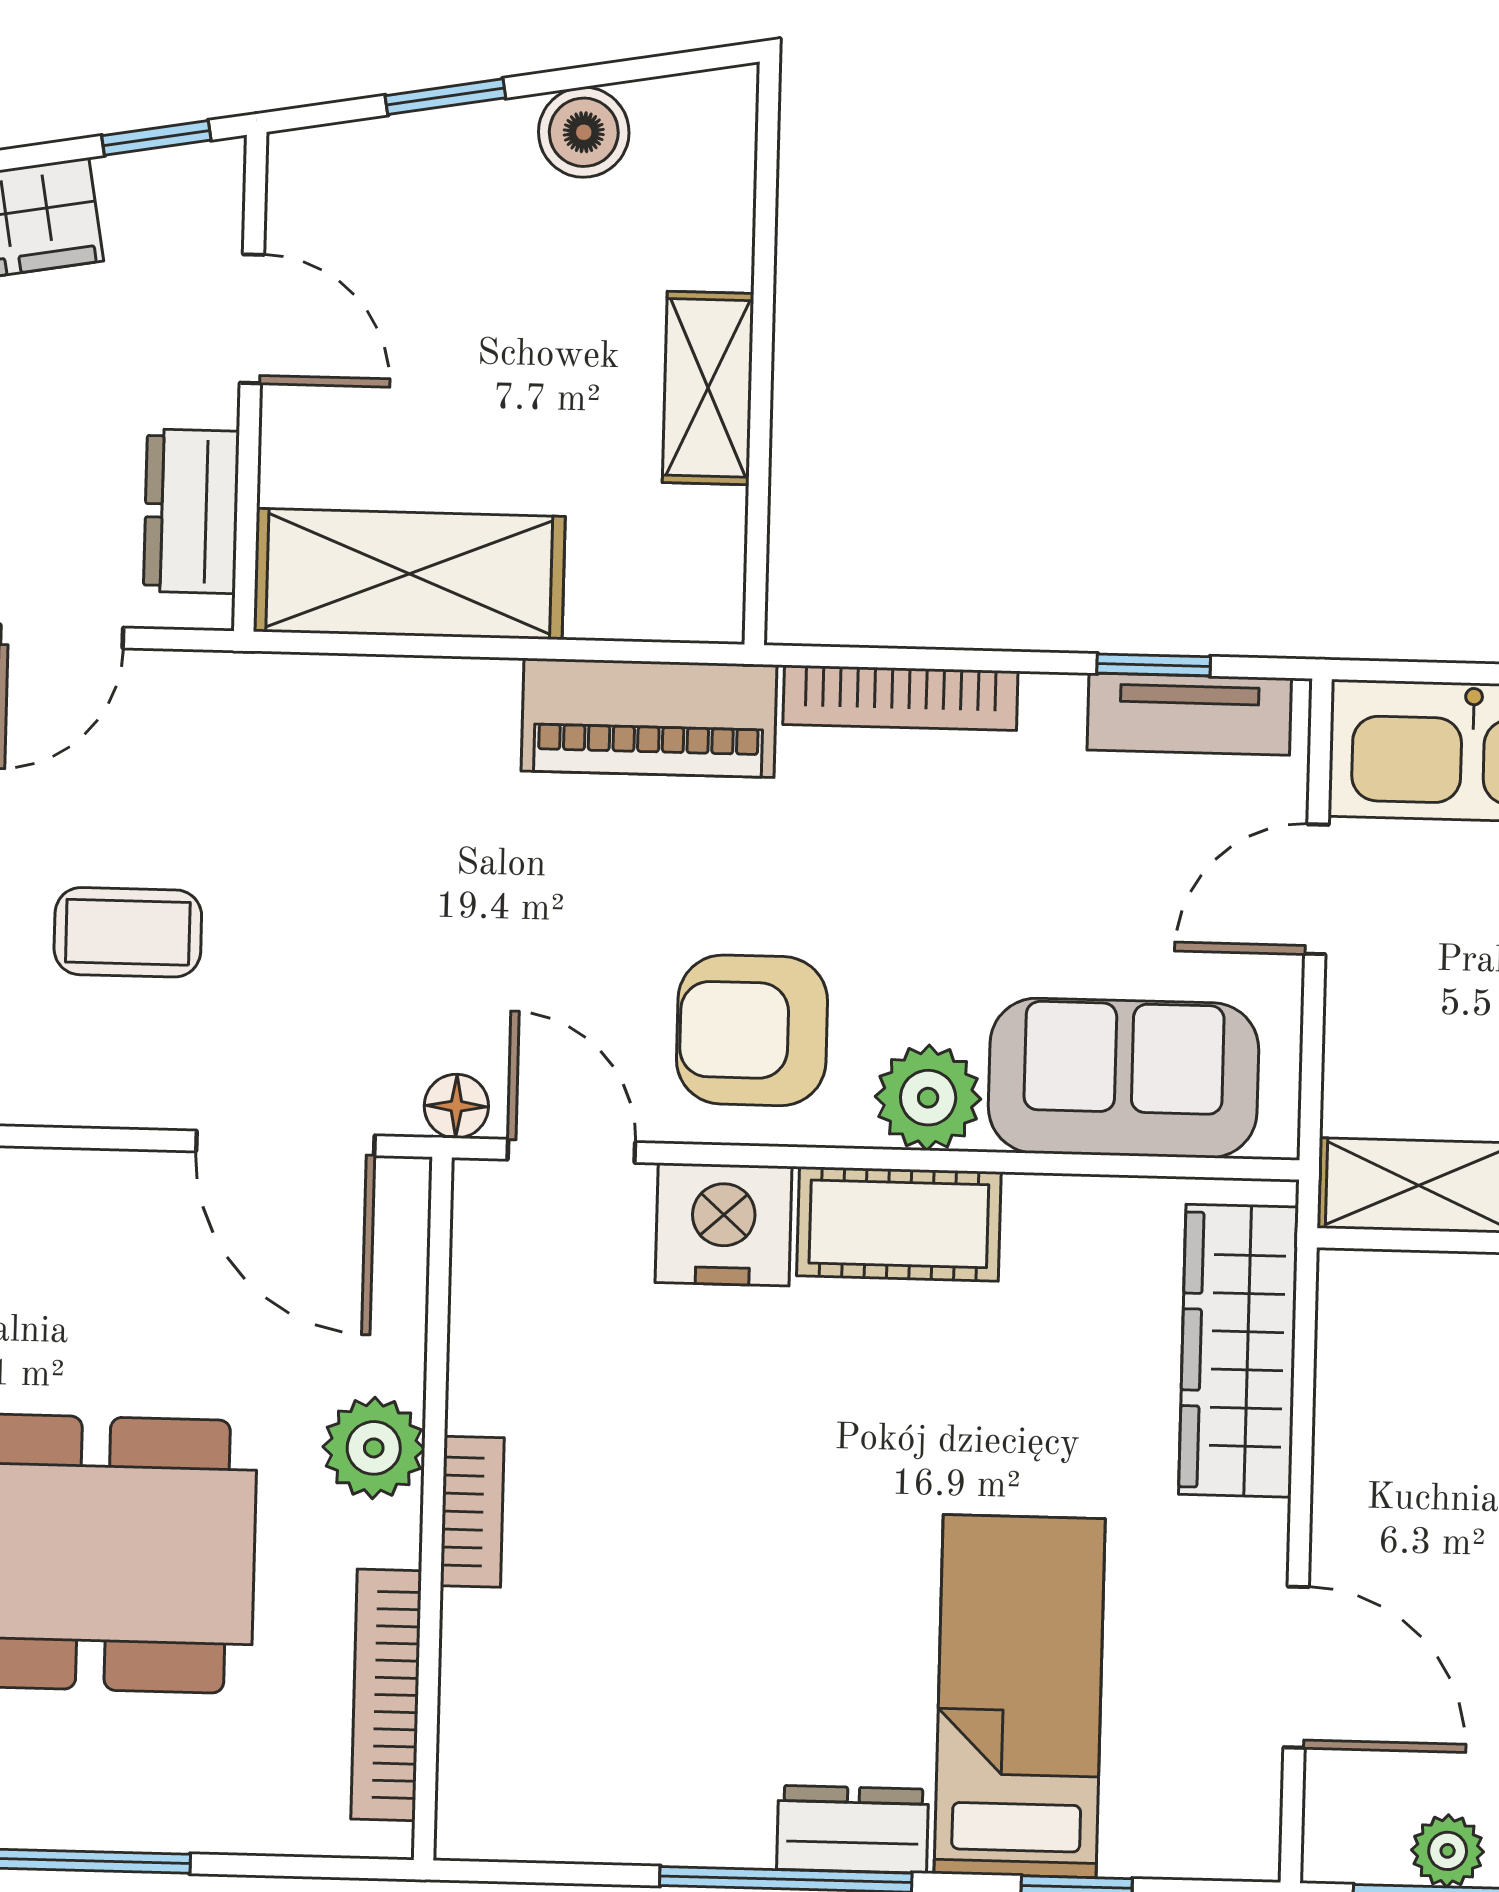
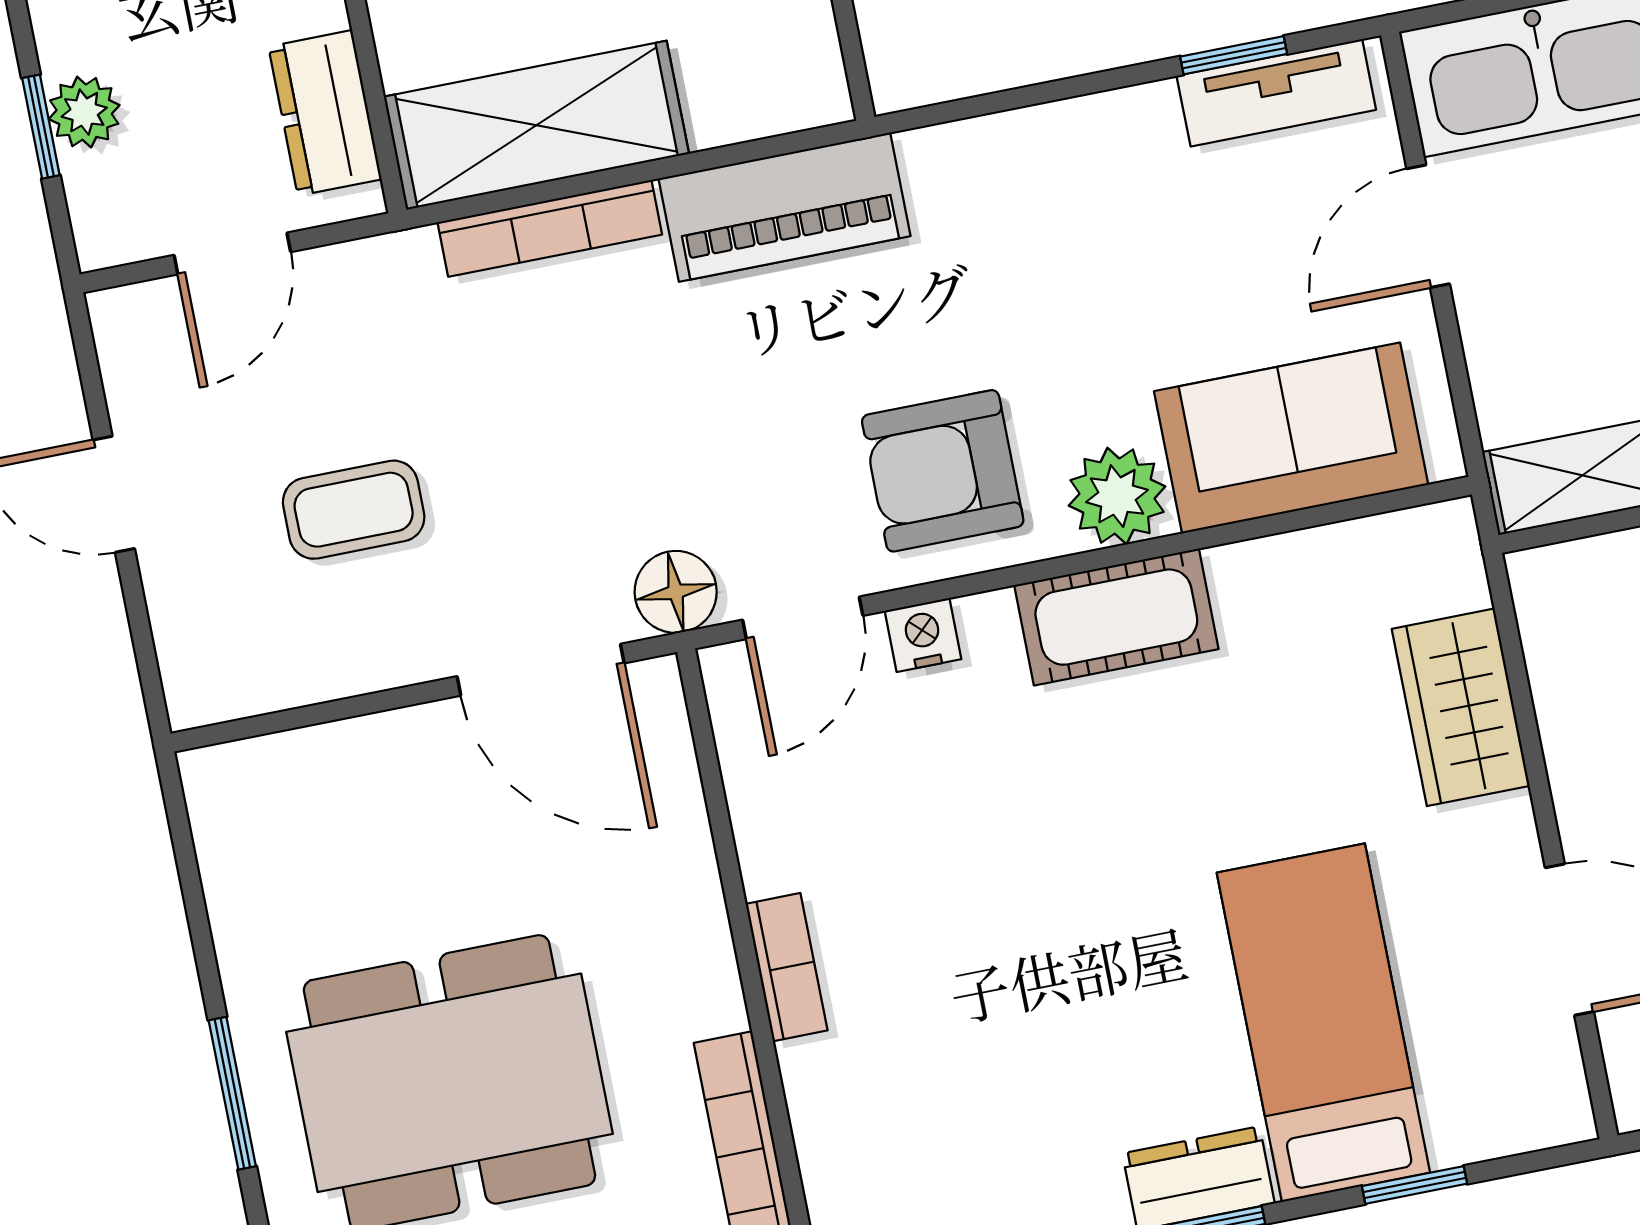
bookcase: (900, 698) -> (550, 228), moved
floor lamp: (456, 1106) -> (676, 592), width x1.37, depth x1.37
door: (571, 1151) -> (803, 618), swing flipped
nightstand: (724, 1224) -> (923, 635), width x0.53, depth x0.56
wardrobe: (1239, 1351) -> (1461, 707), width x0.67
plant: (374, 1448) -> (684, 929), removed

